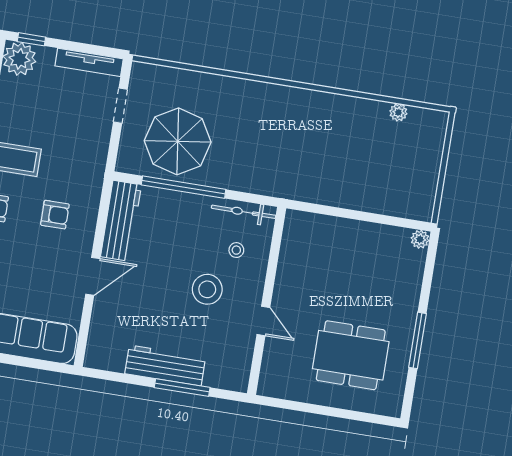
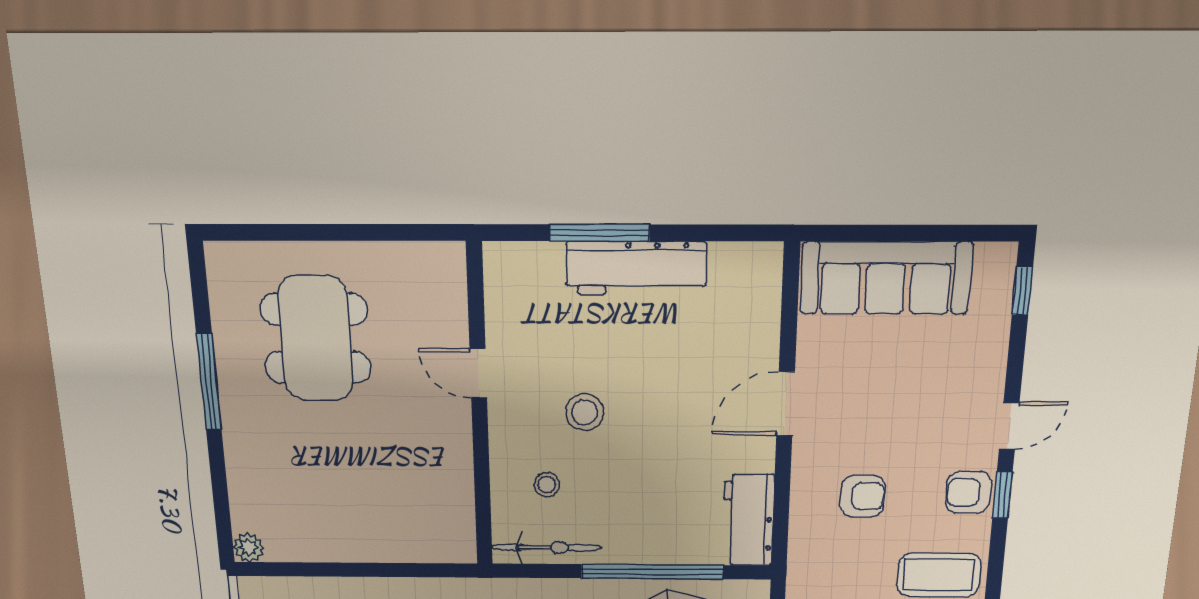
armchair: (55, 215) -> (863, 496), turned 180
workbench: (121, 221) -> (748, 520), width x0.73
stool: (207, 289) -> (584, 412), width x0.73, depth x0.73
dining table: (351, 355) -> (316, 339), turned 90

